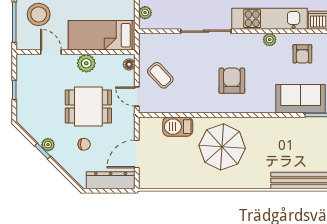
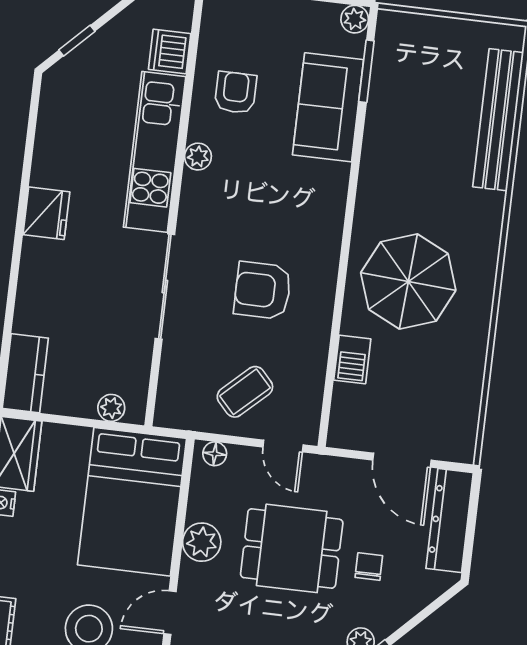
bed: (102, 35) -> (132, 502), width x1.50
armchair: (302, 54) -> (236, 93), turned -90
armchair: (232, 81) -> (263, 290), moved
door: (137, 97) -> (283, 446), hinge flipped
dining table: (88, 106) -> (292, 548), turned 90
barbecue: (178, 127) -> (352, 359), width x0.73, depth x0.79

